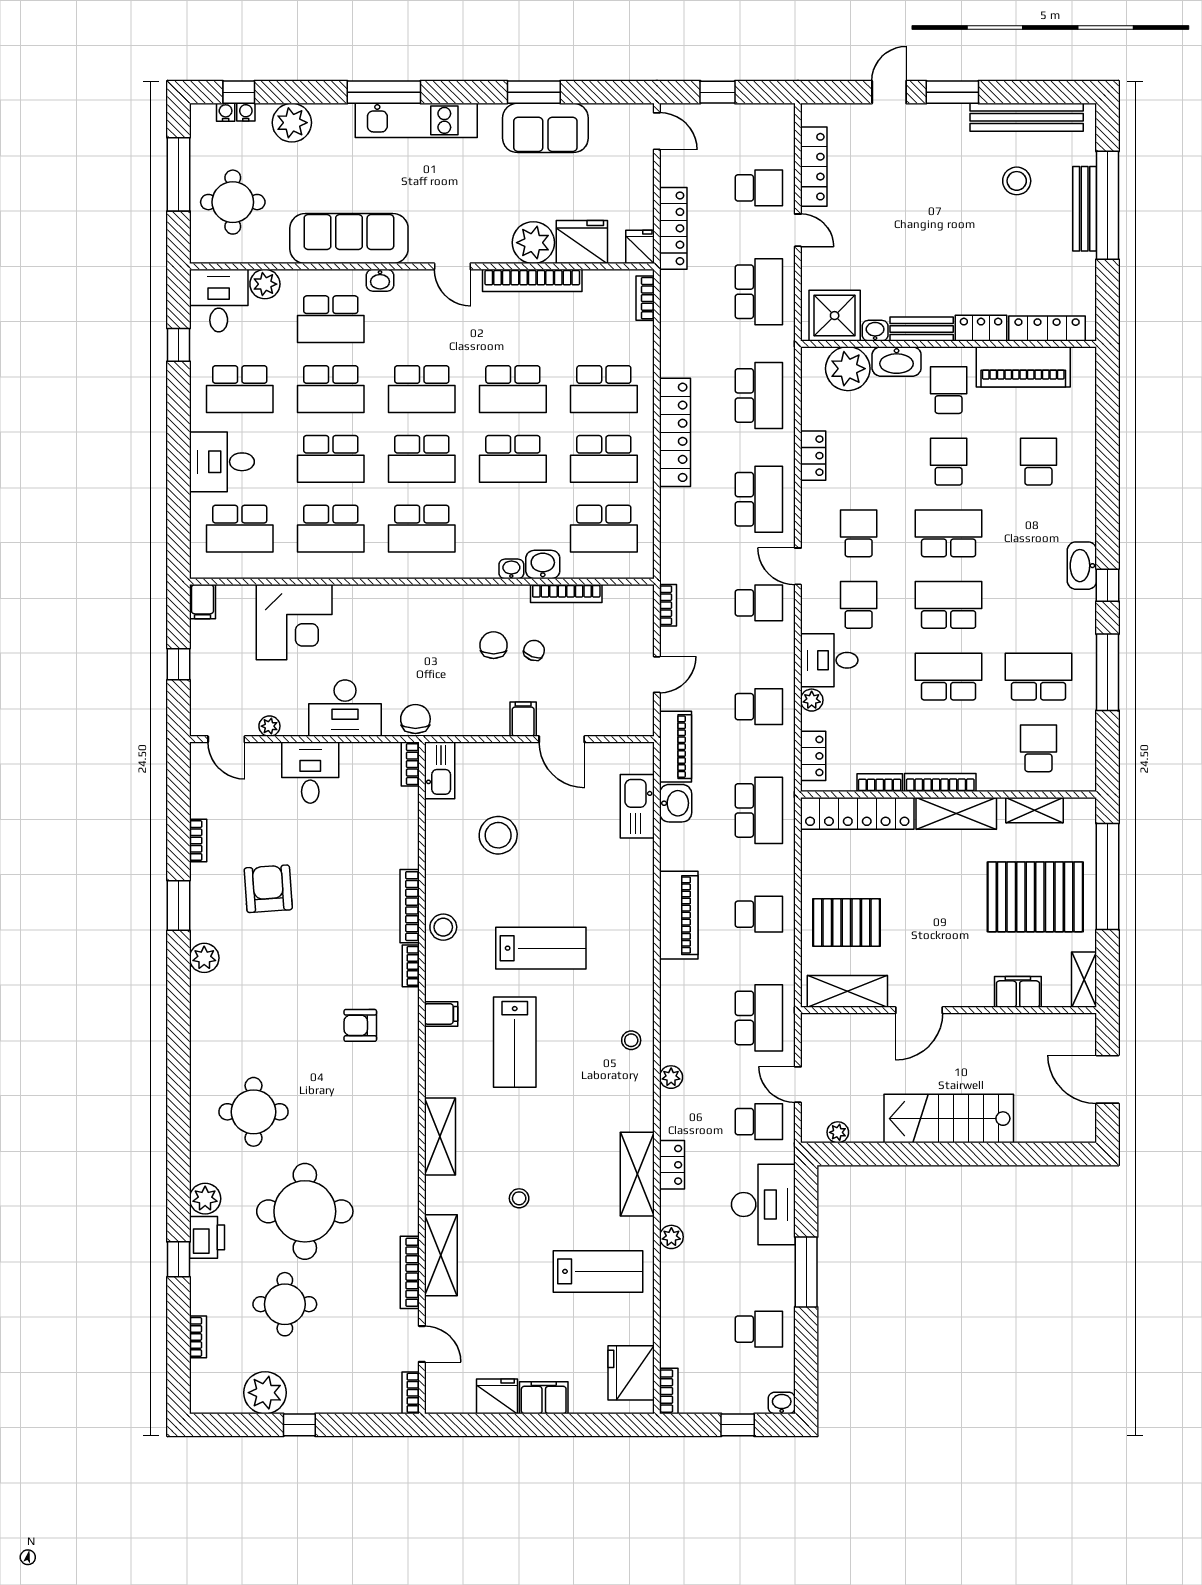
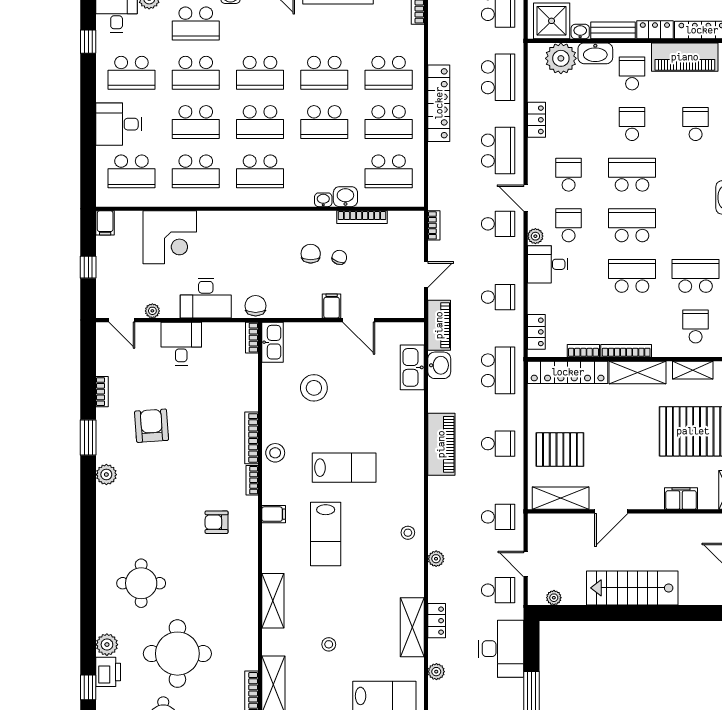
plant: (812, 700) -> (535, 236), moved
school desk: (759, 1018) -> (498, 517), width x0.54

